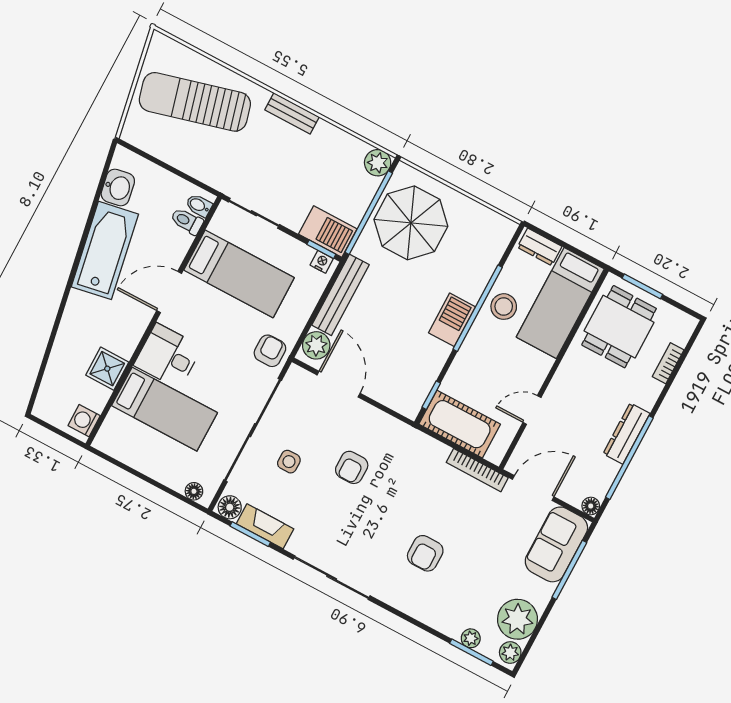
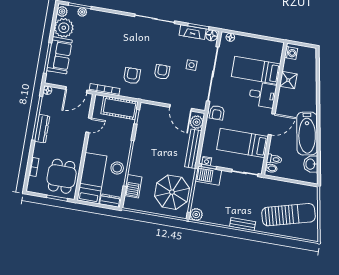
barbecue: (452, 320) -> (133, 186), moved
sofa: (556, 544) -> (59, 55), moved
armchair: (425, 553) -> (132, 76), moved

